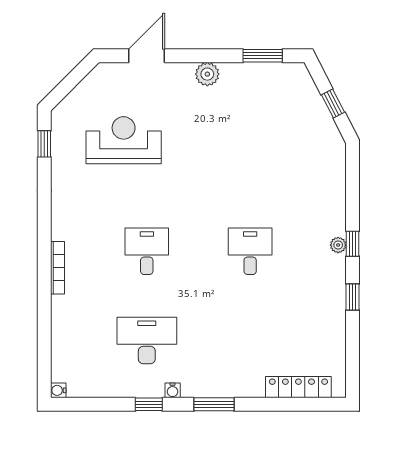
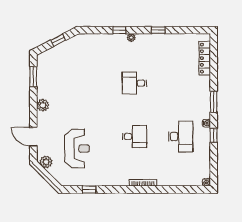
plant: (98, 80) -> (46, 162), added
reception desk: (124, 140) -> (77, 149), turned 180
window: (44, 144) -> (89, 189), moved
window: (353, 244) -> (119, 30), moved
desk: (147, 251) -> (134, 137), turned 180
desk: (147, 341) -> (181, 137), turned 180

